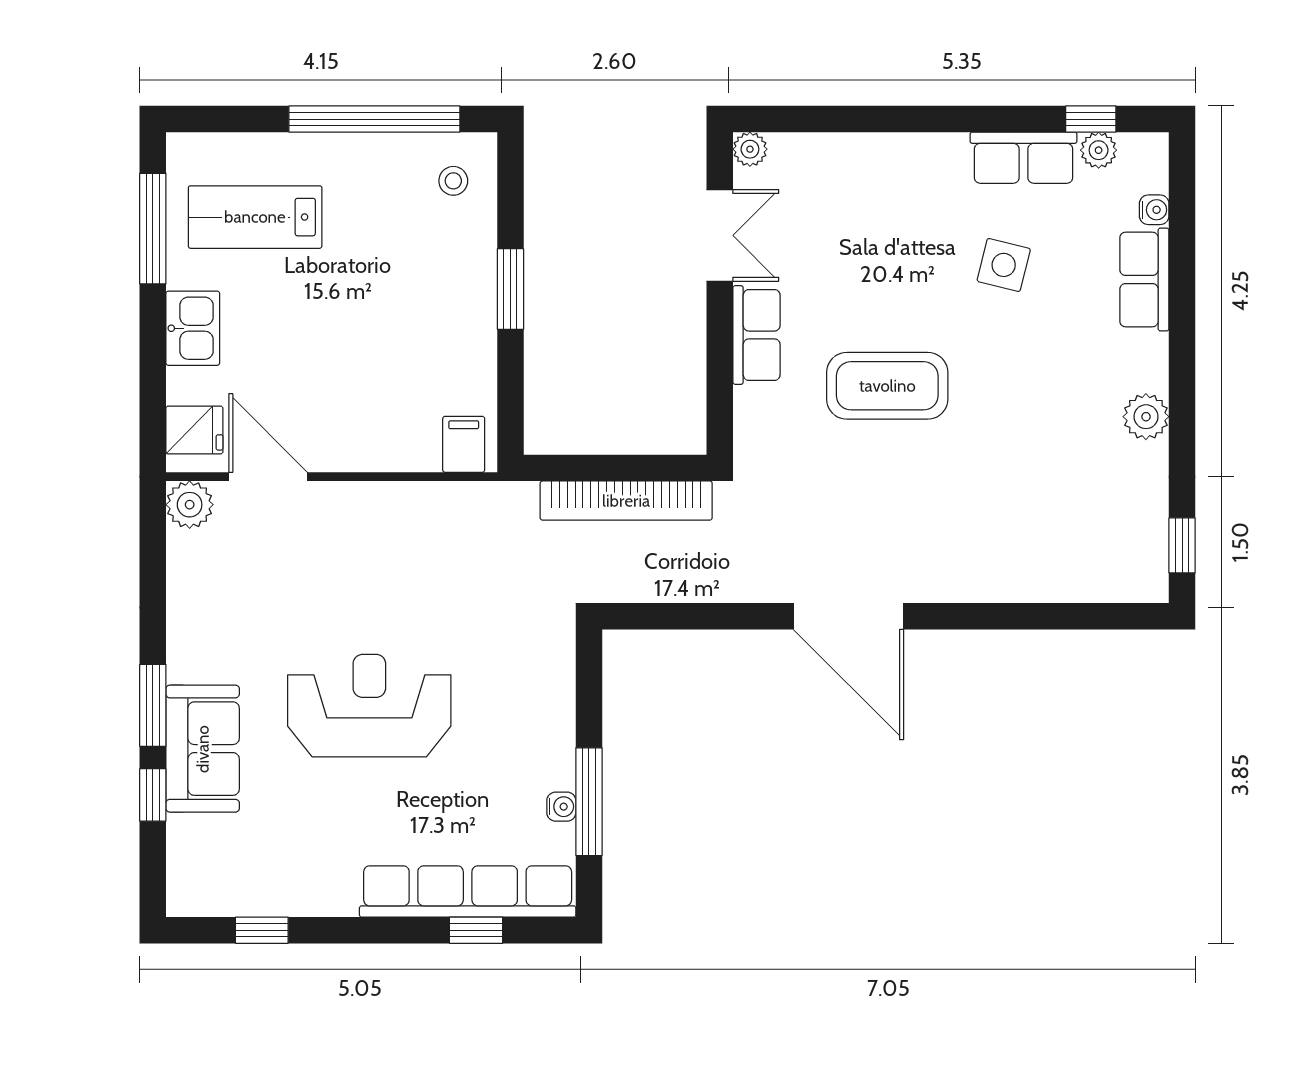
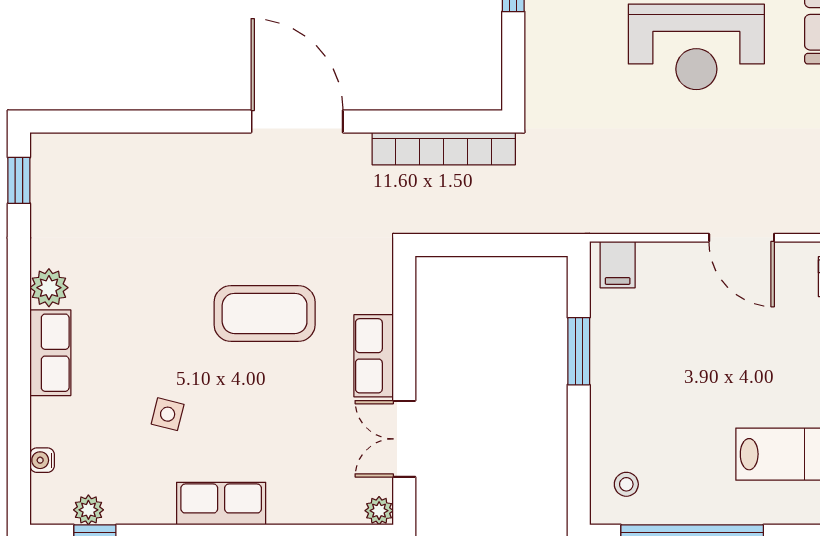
row of seats: (1024, 158) -> (221, 504), moved
side table: (1004, 265) -> (168, 414), width x0.73, depth x0.73
row of seats: (1144, 280) -> (50, 353), moved
window: (510, 289) -> (579, 351), moved
door: (268, 477) -> (742, 238), moved
bookcase: (626, 501) -> (444, 149), moved, turned 180

